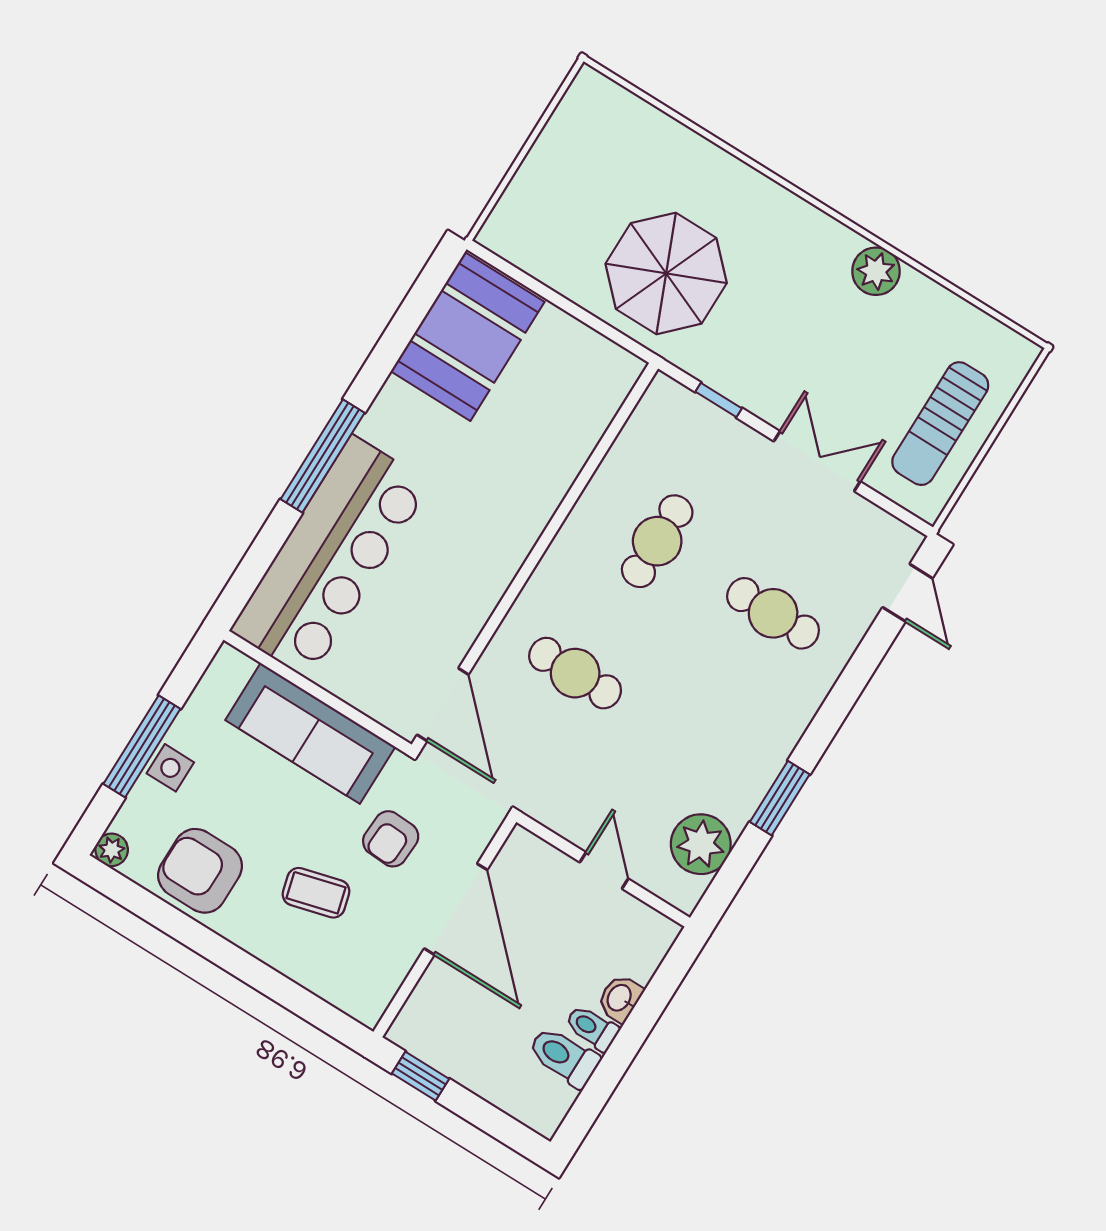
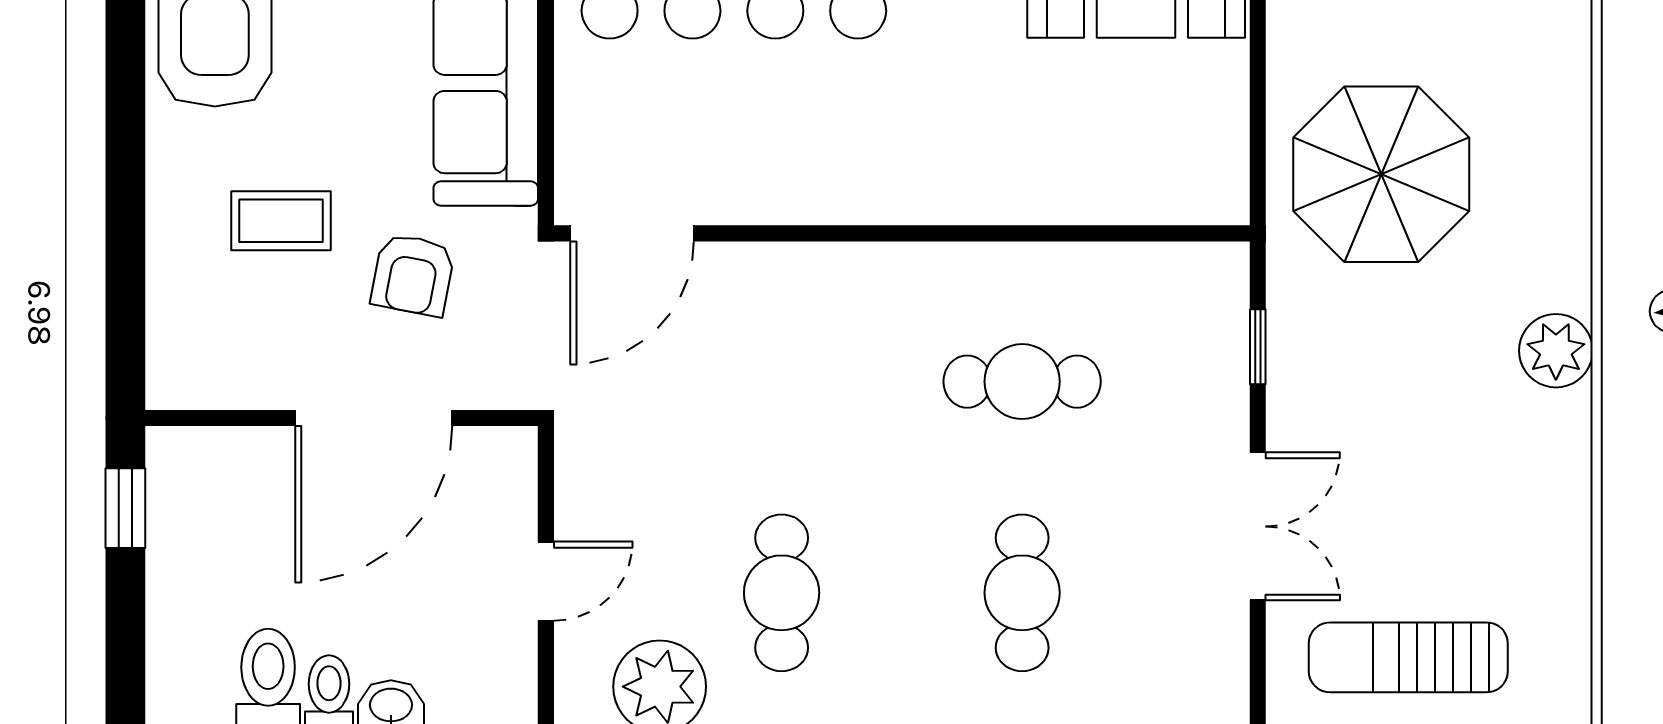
plant: (876, 271) -> (1556, 351), moved
cafe table: (575, 673) -> (782, 593), moved
armchair: (391, 839) -> (413, 275), turned -82
coffee table: (316, 893) -> (281, 221), turned -75

